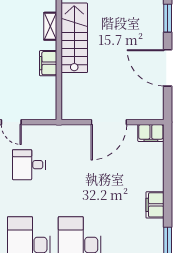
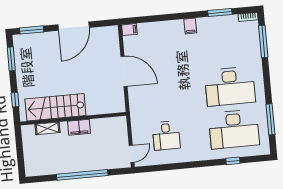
filing cabinet: (151, 133) -> (129, 30), width x0.50
filing cabinet: (155, 205) -> (190, 26), width x0.50

